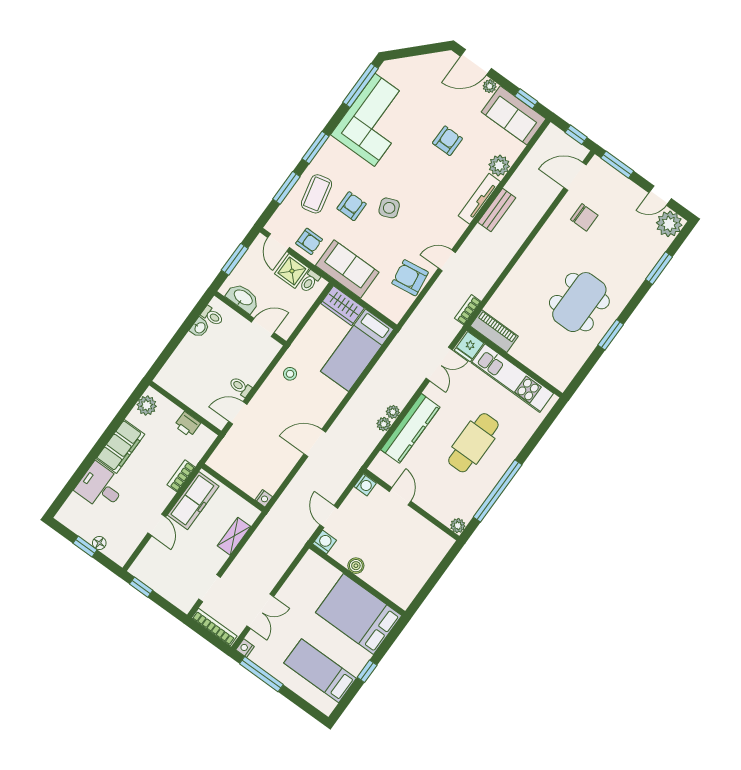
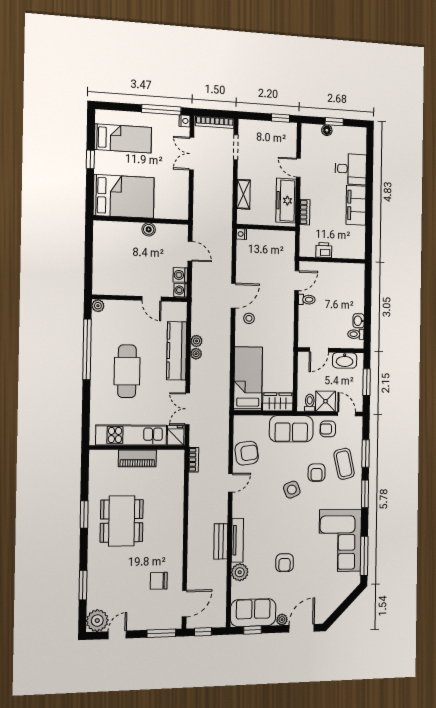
piano: (494, 331) -> (137, 458), moved
stool: (290, 374) -> (249, 318), moved
plant: (147, 405) -> (358, 245), removed
washing machine: (324, 542) -> (180, 275), moved, turned 90

